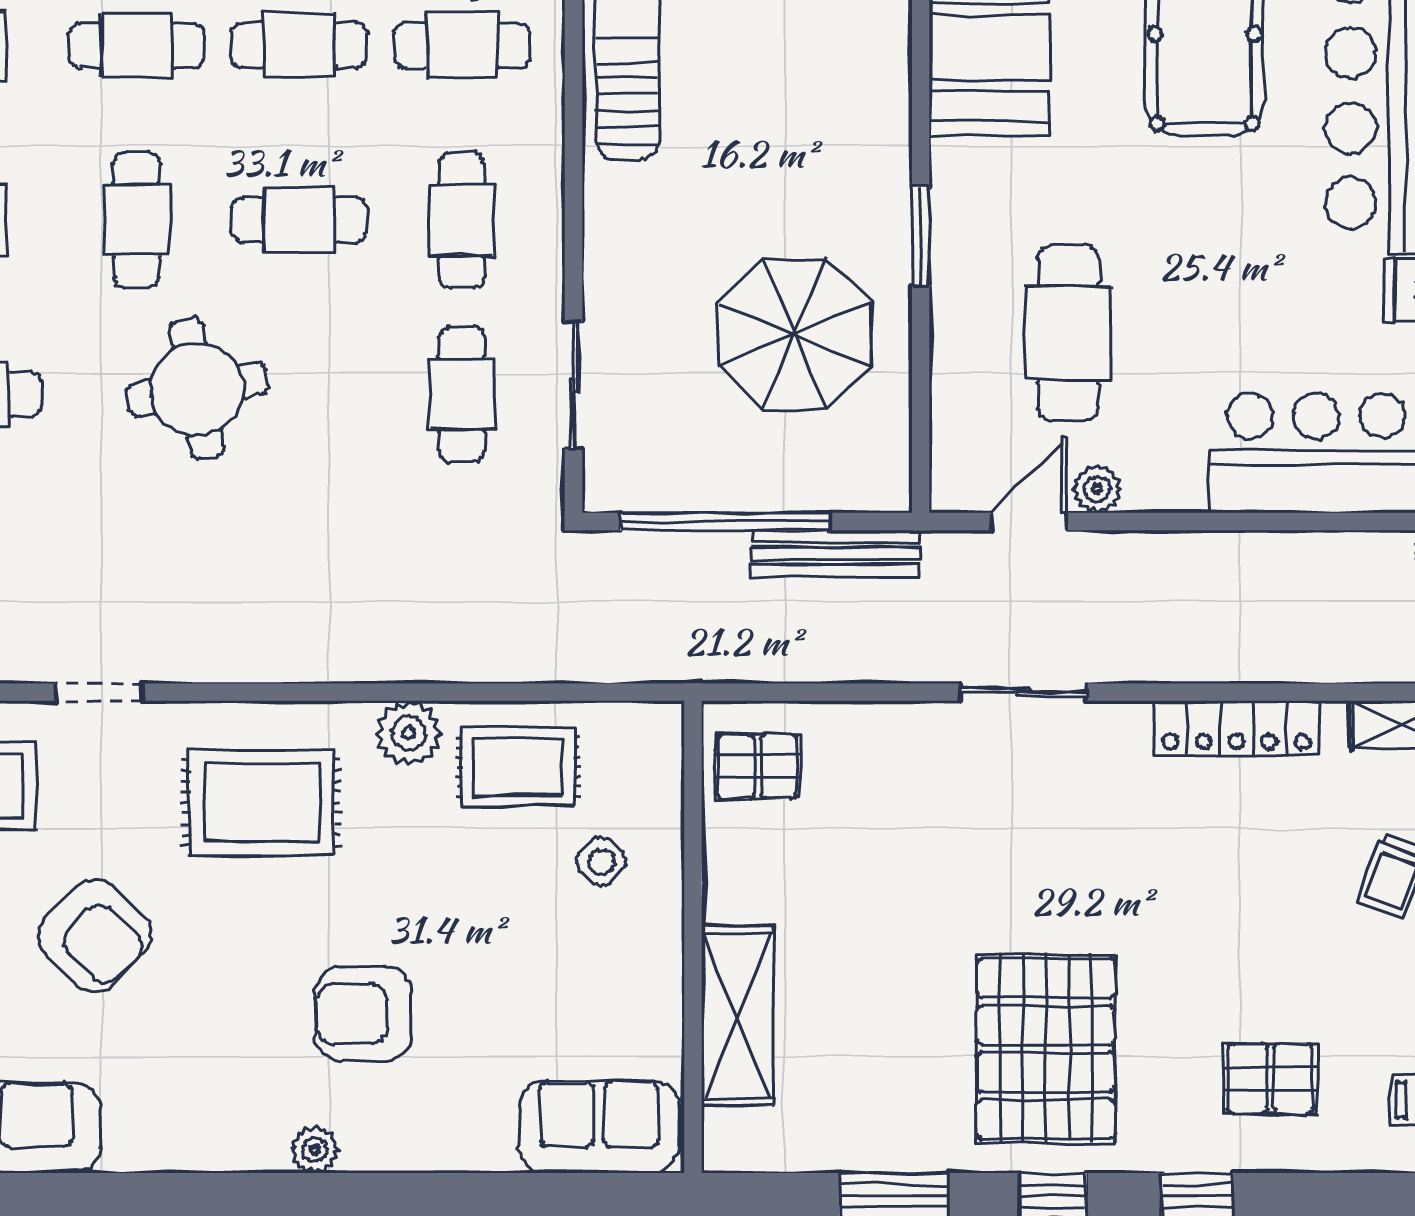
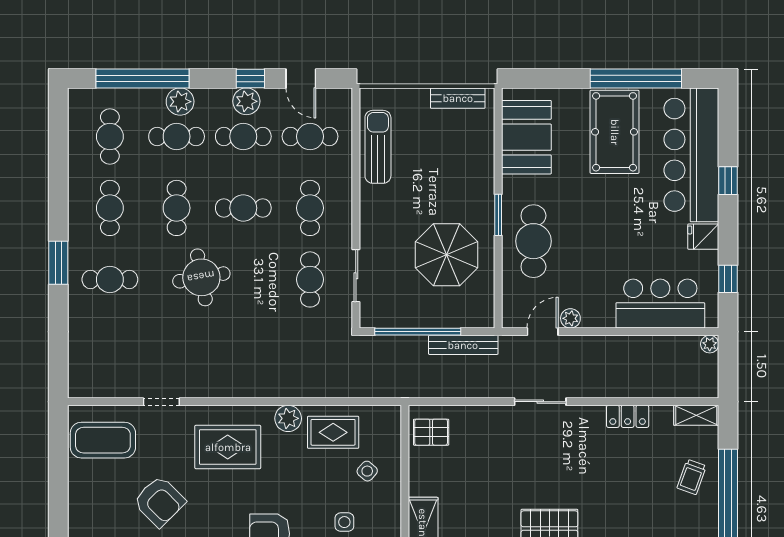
cafe table: (1069, 333) -> (533, 241), moved
locker: (1236, 728) -> (628, 416), width x0.66
side table: (546, 986) -> (344, 522), added

